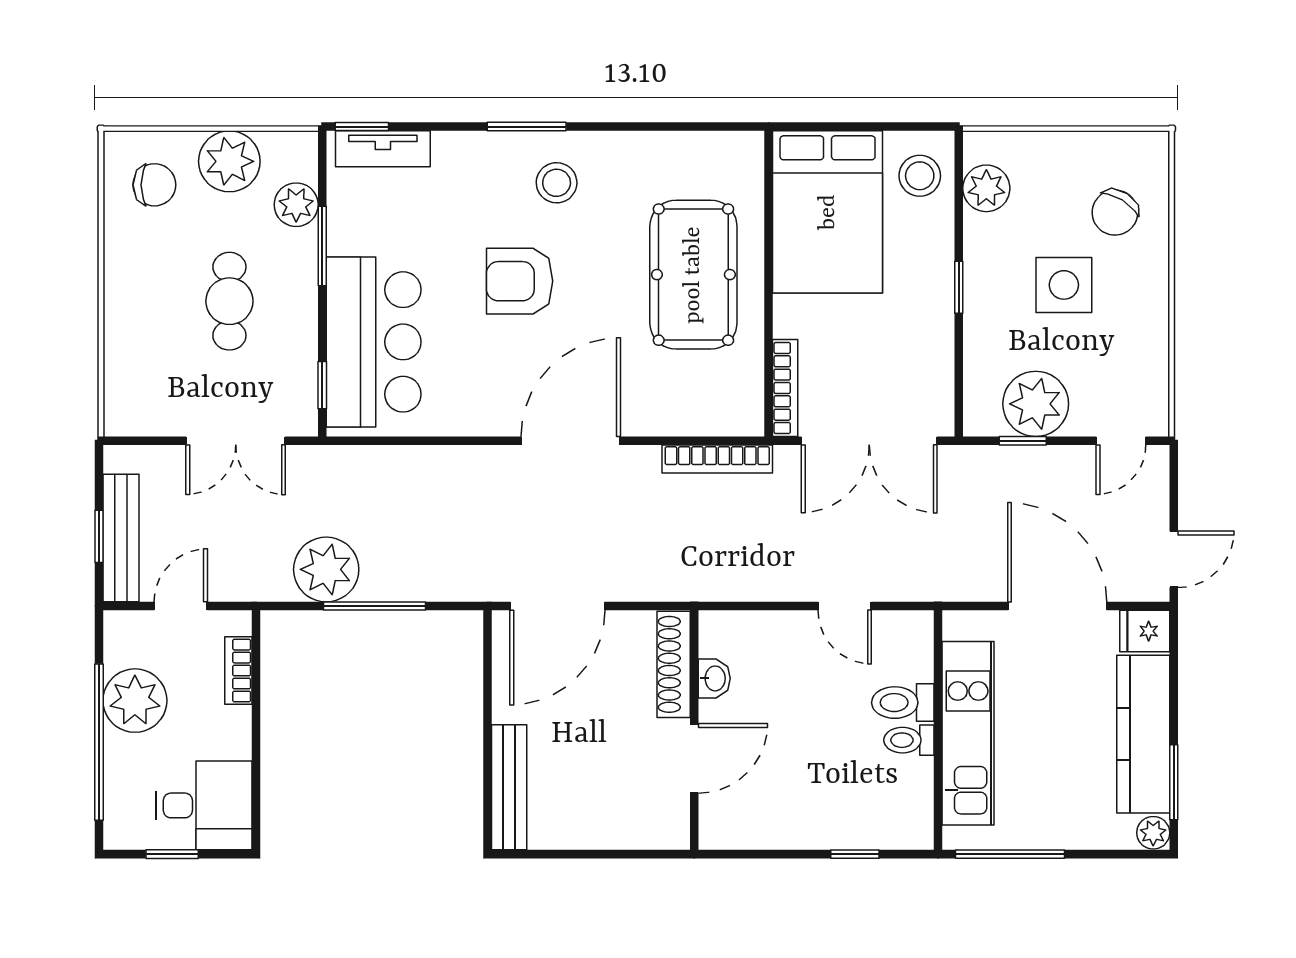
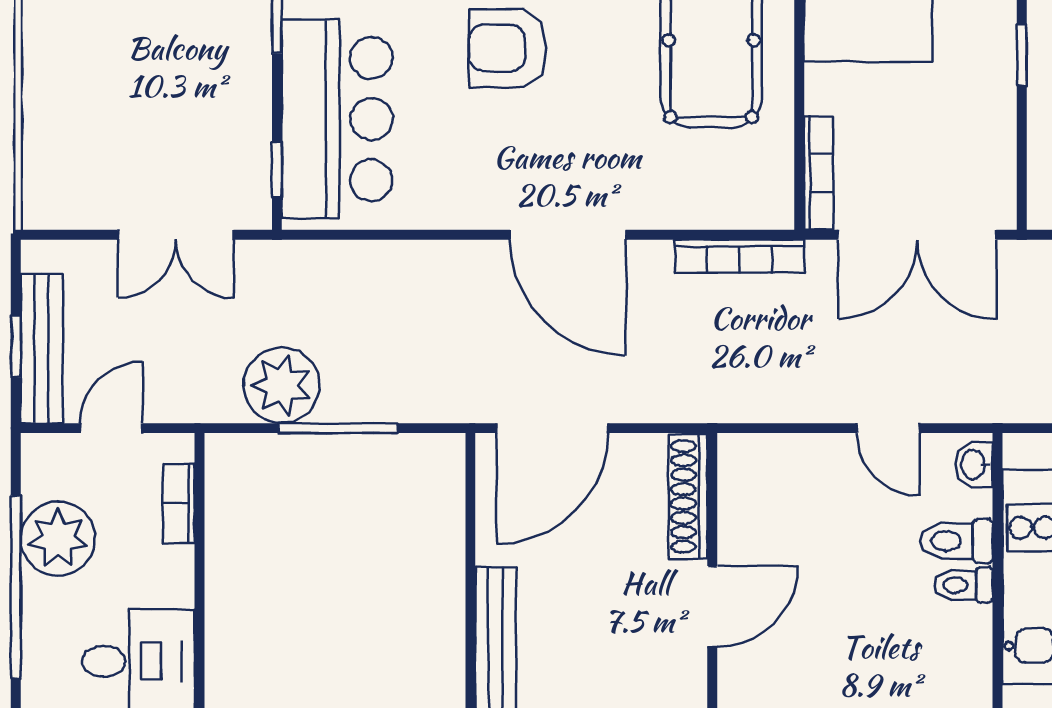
cafe table: (229, 301) -> (168, 71), removed
door: (571, 441) -> (568, 235), swing flipped
washbasin: (714, 678) -> (974, 465), moved, turned 180

